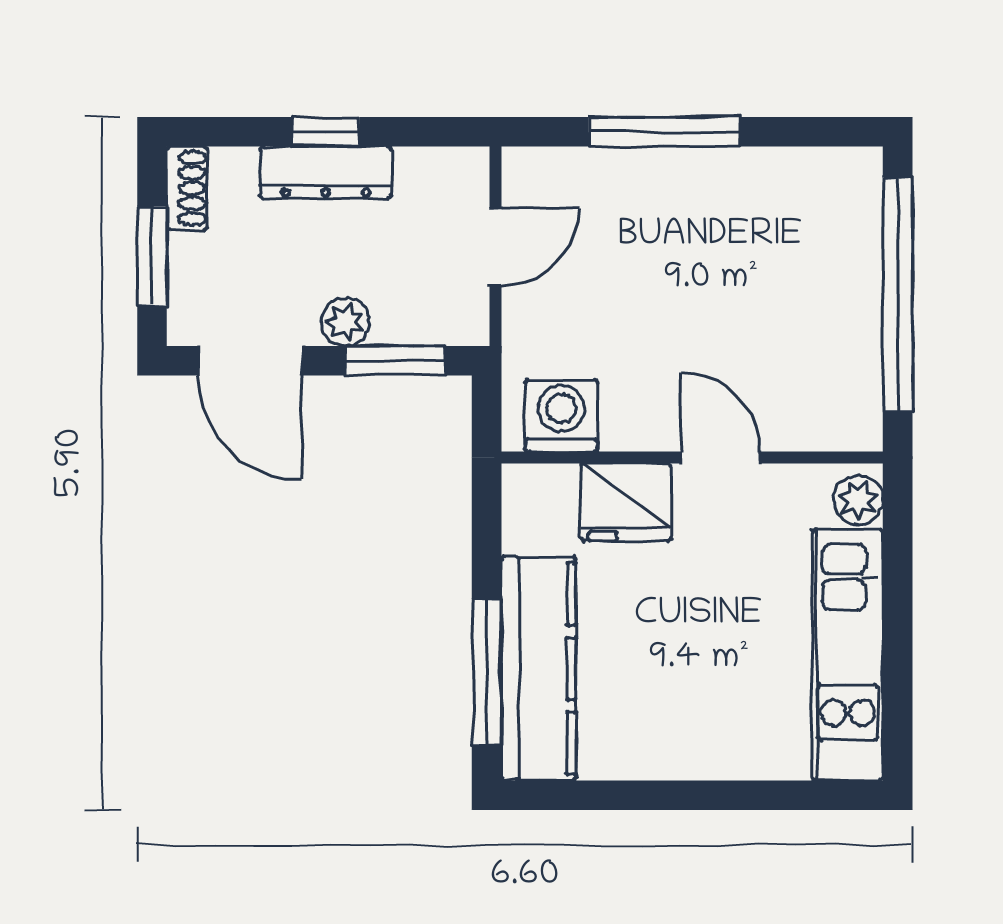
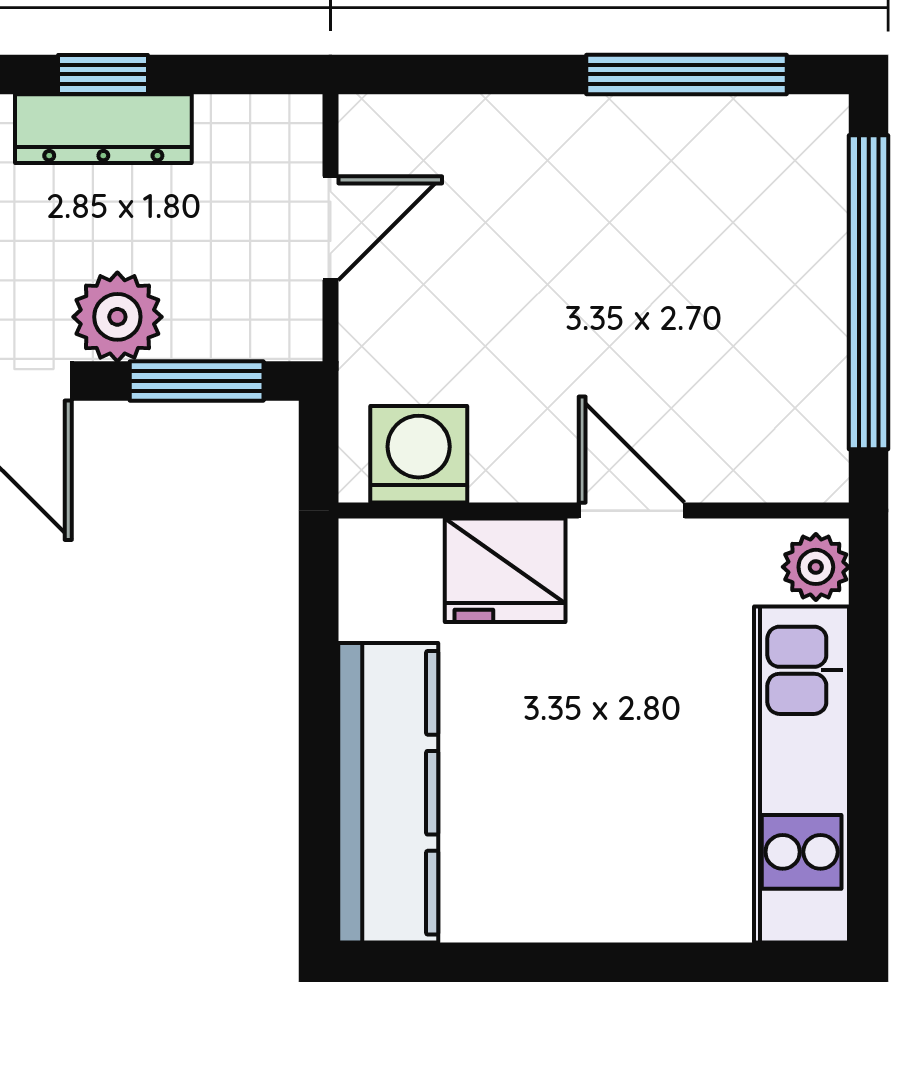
window: (664, 132) -> (686, 74), moved
plant: (345, 322) -> (117, 317), width x1.38, depth x1.38
window: (487, 672) -> (319, 798), removed

